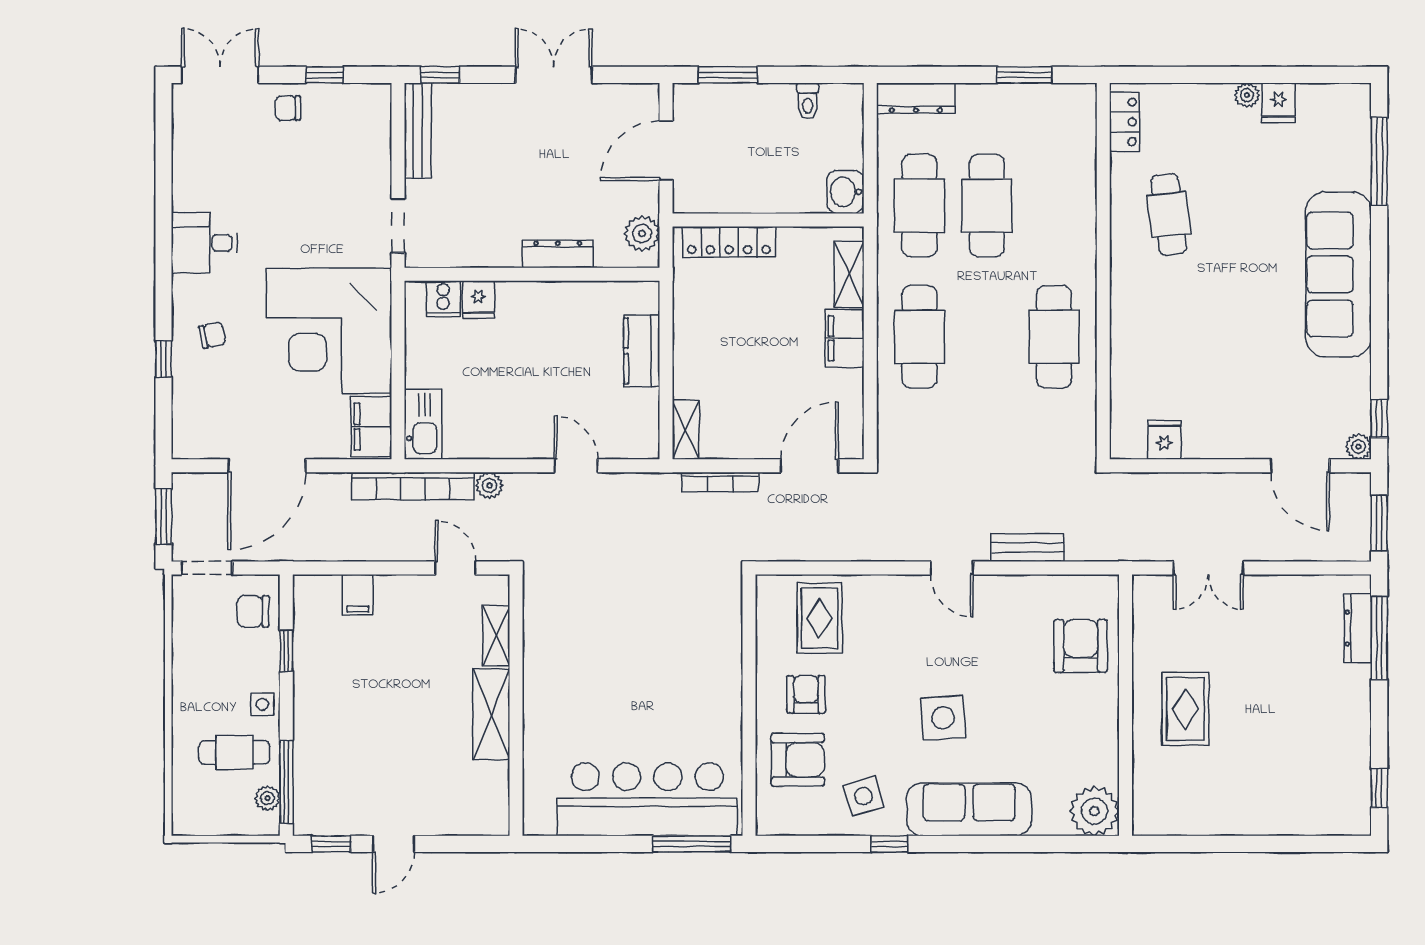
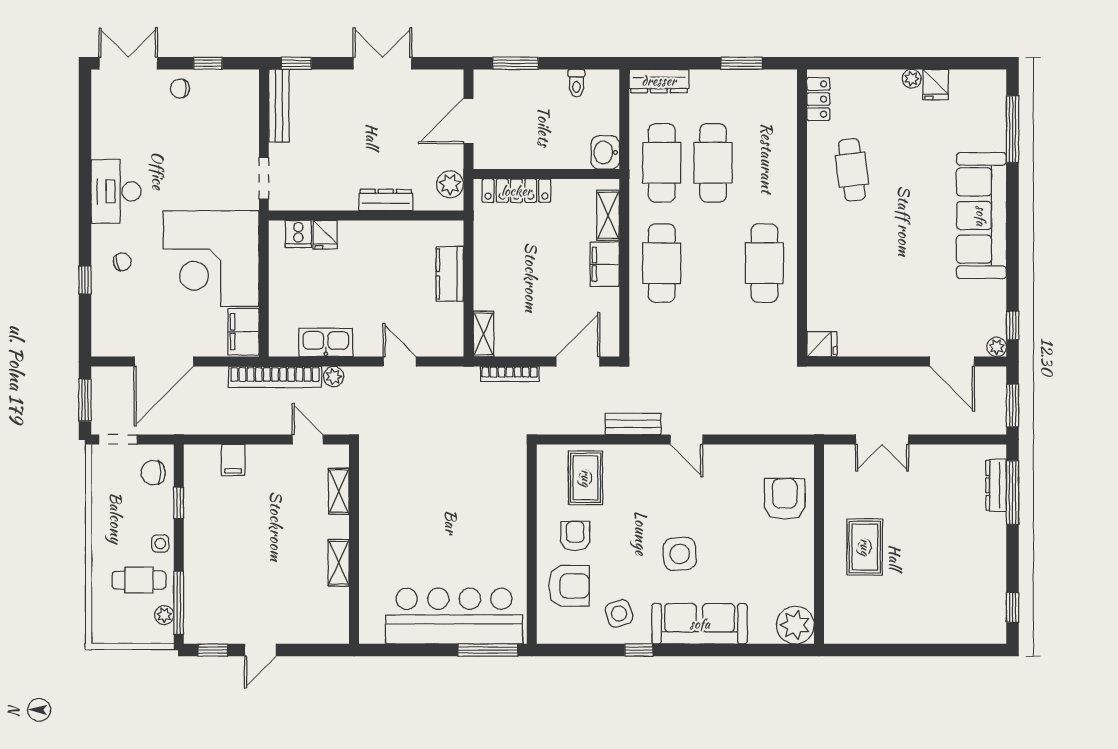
desk: (204, 243) -> (116, 191), width x1.37
kitchen sink: (423, 424) -> (326, 342), moved, turned -90
fridge: (1164, 440) -> (822, 344), moved, turned 90
bench: (1027, 548) -> (633, 424), moved
shelving: (491, 714) -> (339, 563), width x0.67, depth x0.75

